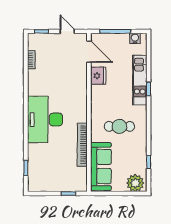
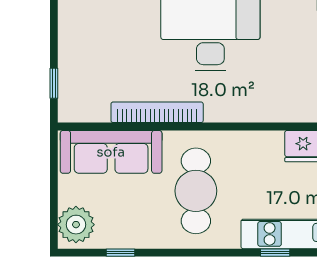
cafe table: (119, 126) -> (196, 191), width x1.37, depth x1.35

